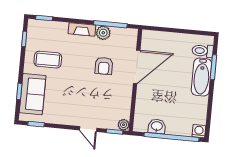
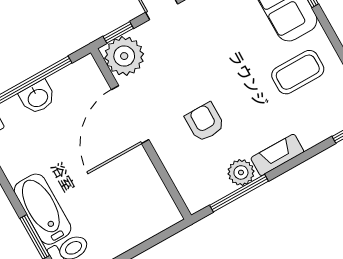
door: (137, 67) -> (130, 115), moved
plant: (124, 125) -> (124, 56), width x1.88, depth x1.88
washbasin: (157, 126) -> (38, 97), moved

